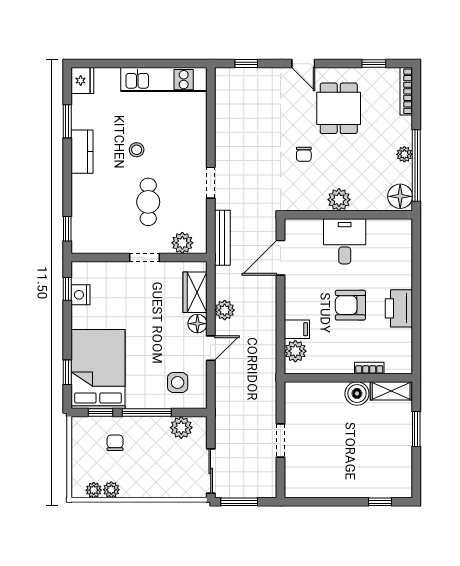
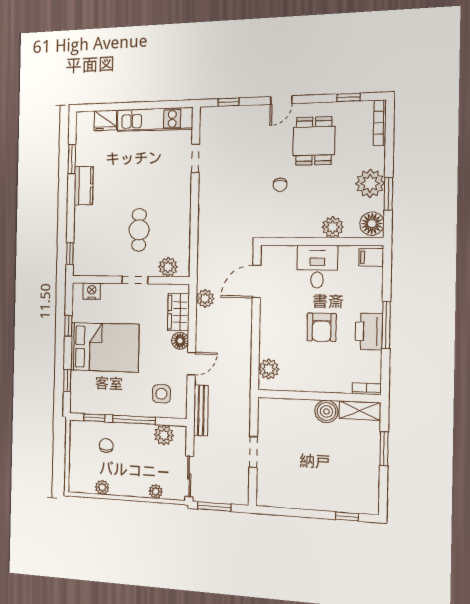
door: (303, 64) -> (281, 100), hinge flipped
fridge: (82, 81) -> (105, 120), moved, turned 90
stool: (137, 150) -> (130, 183), removed
plant: (404, 154) -> (370, 183), width x1.87, depth x1.87
window: (416, 165) -> (388, 194), width x0.47
doorway: (211, 183) -> (195, 159), moved
plant: (339, 200) -> (333, 227), moved
bench: (222, 238) -> (201, 410), moved
window: (67, 289) -> (68, 326), moved
nightstand: (80, 295) -> (92, 291), moved, turned 90
window: (416, 301) -> (386, 325), added
armchair: (350, 305) -> (322, 327), turned -90
plant: (225, 310) -> (205, 298), moved
filing cabinet: (297, 329) -> (371, 257), moved, turned 180
bookcase: (369, 368) -> (367, 389), moved
bed: (98, 369) -> (105, 347), moved, turned 90
plant: (94, 490) -> (156, 491), moved

